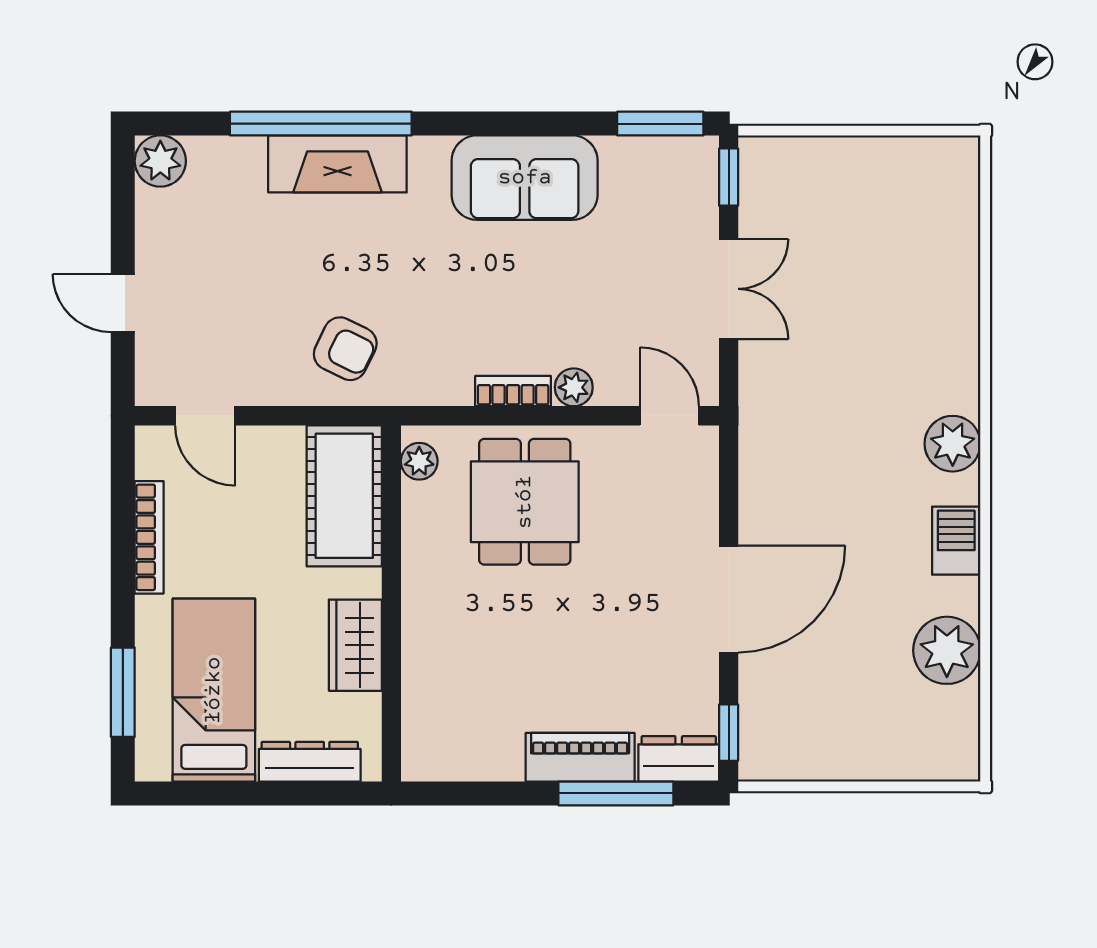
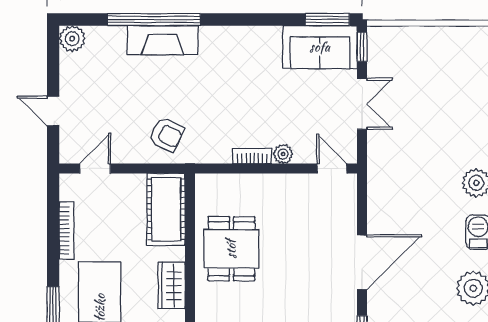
sofa: (525, 178) -> (320, 47), moved
door: (205, 416) -> (95, 169), swing flipped
plant: (419, 461) -> (204, 192), removed
dining table: (525, 502) -> (231, 249), moved

